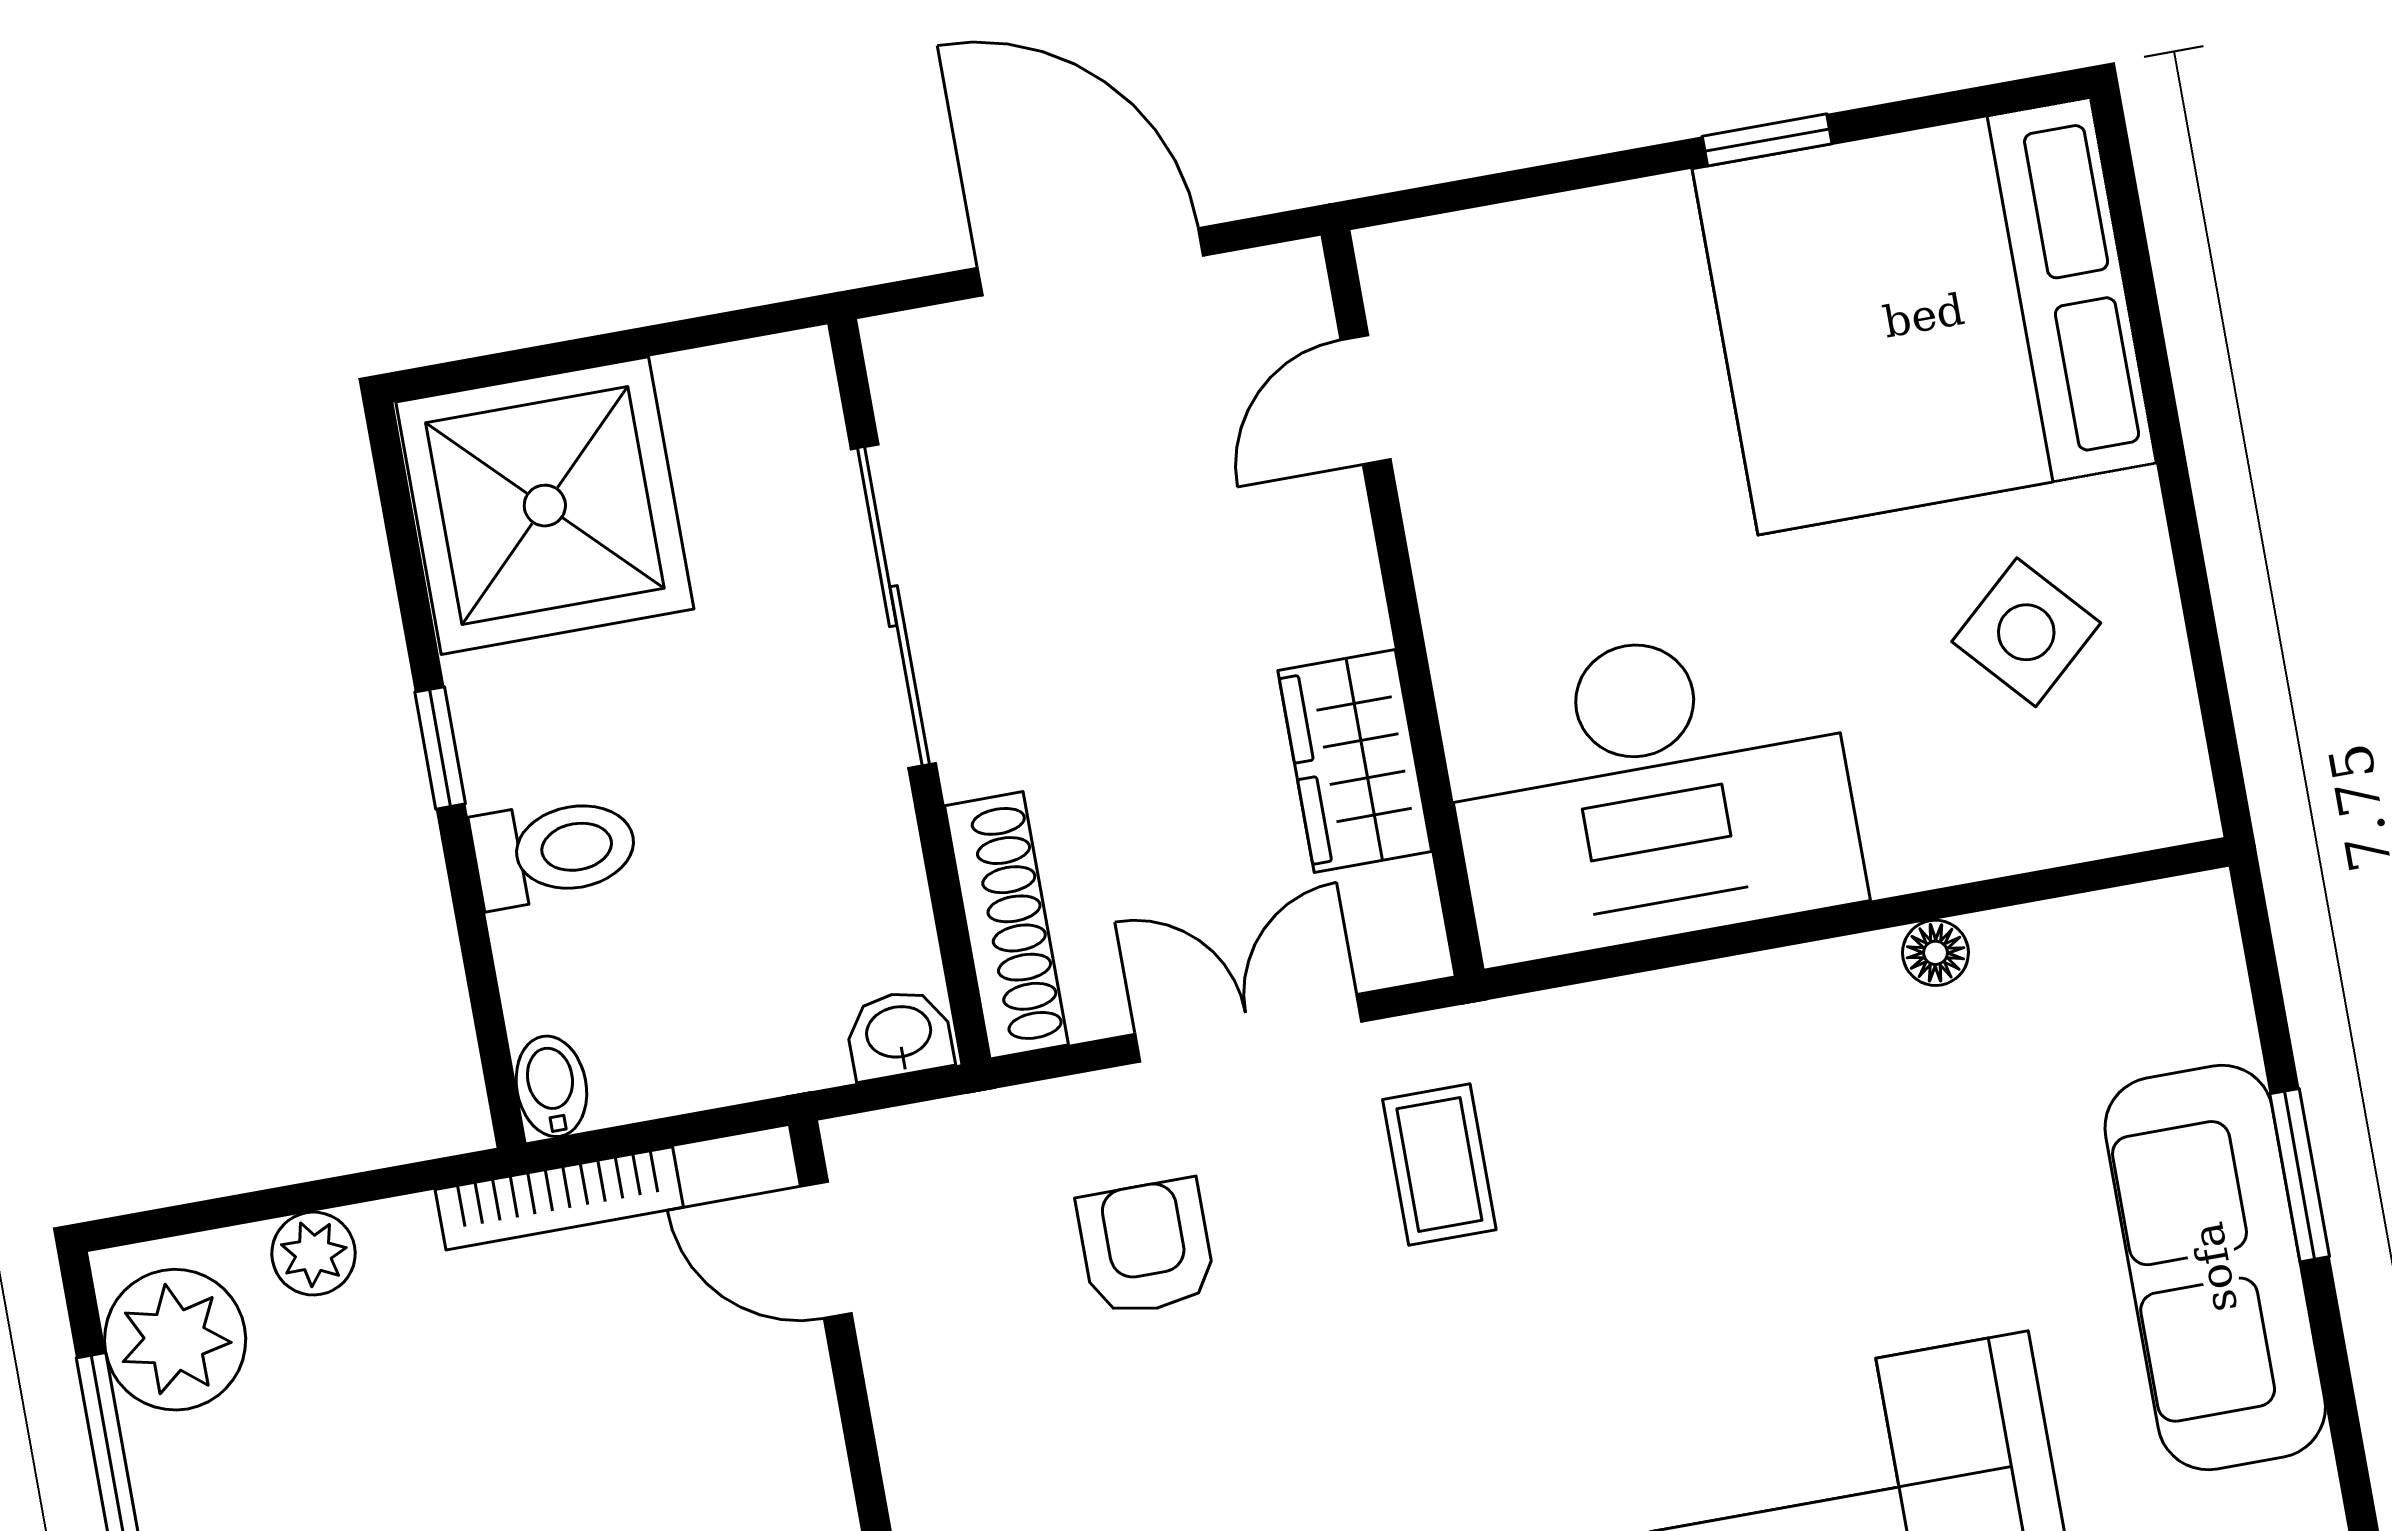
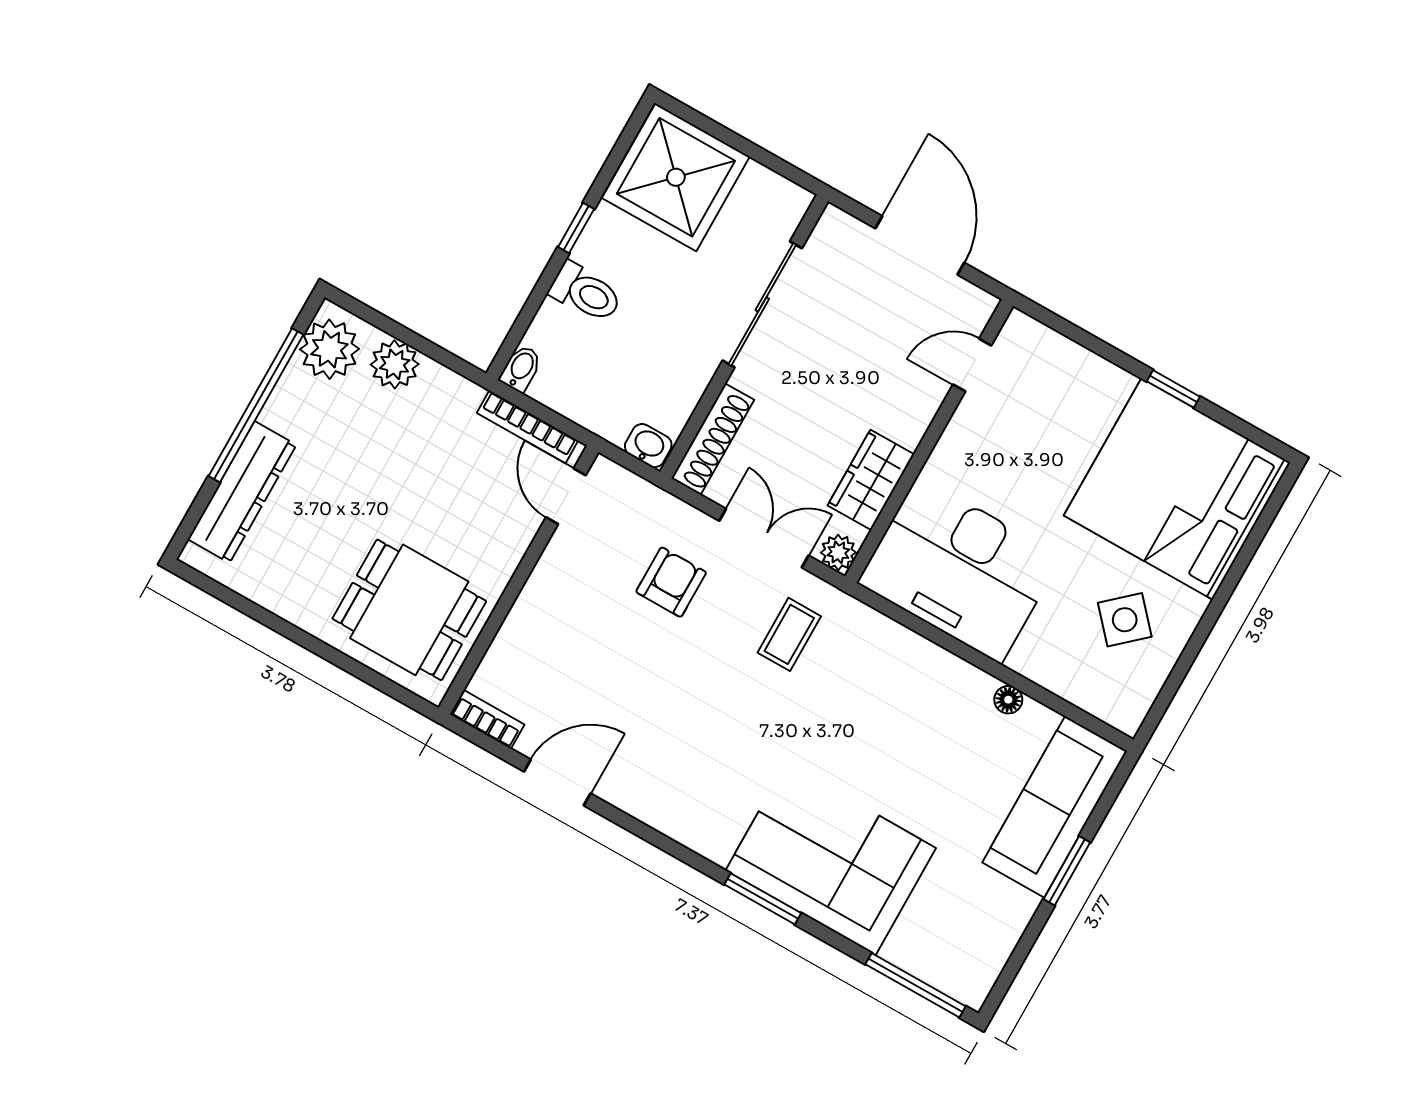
plant: (1405, 942) -> (838, 552), added
bookcase: (559, 1198) -> (527, 427), moved
plant: (314, 1254) -> (395, 364), width x1.38, depth x1.38
sofa: (2215, 1267) -> (1055, 807), moved

